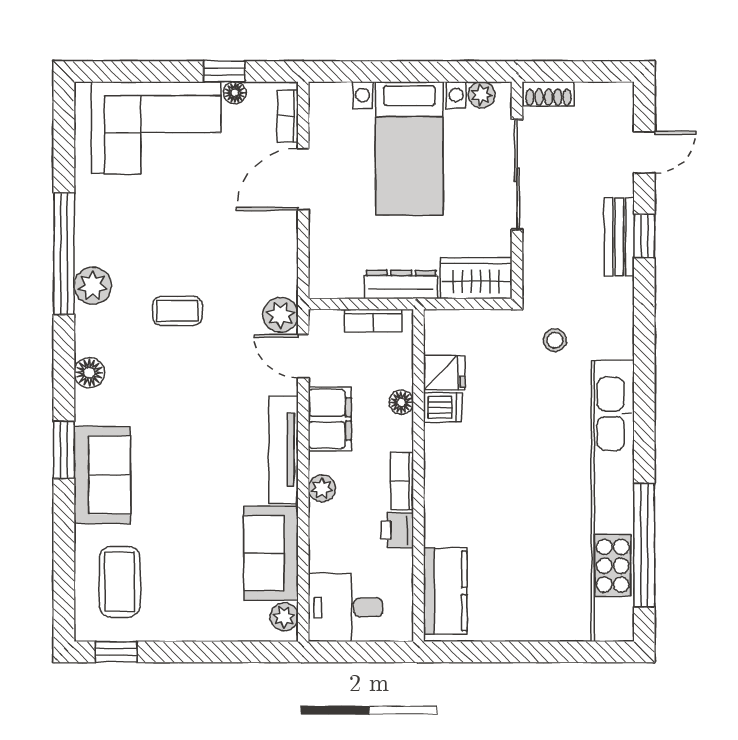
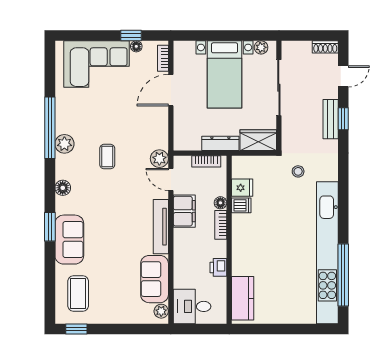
shoe rack: (548, 94) -> (325, 47), moved
coffee table: (177, 311) -> (107, 157), turned 90
bookcase: (402, 481) -> (221, 225), moved
plant: (322, 488) -> (180, 246), removed

